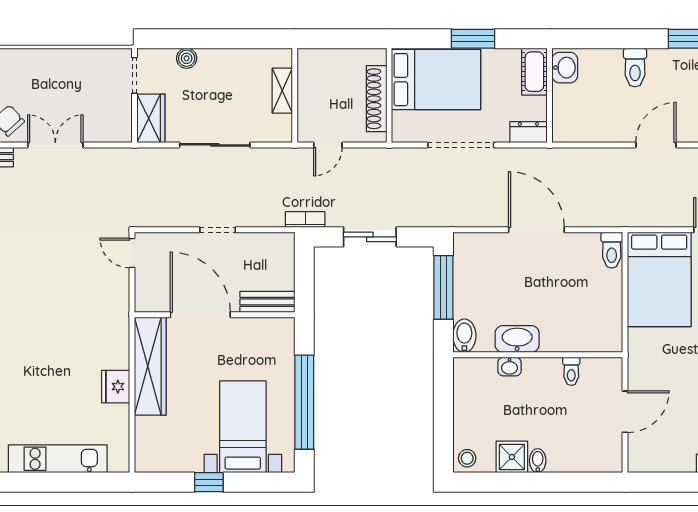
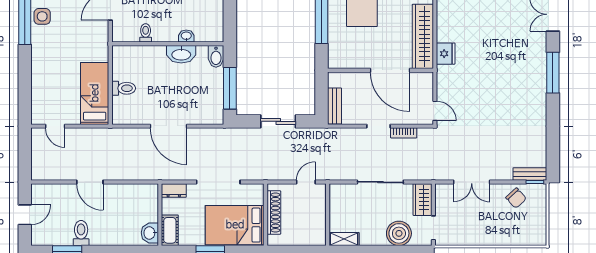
boiler: (187, 58) -> (399, 233), width x1.86, depth x1.86
toilet: (635, 68) -> (81, 233), moved
shelving: (282, 91) -> (344, 239), moved, turned 90
double door: (55, 145) -> (472, 182), moved
door: (656, 145) -> (90, 182), hinge flipped
bookcase: (305, 220) -> (404, 133), moved
toilet: (612, 250) -> (124, 88), moved, turned 90
bed: (659, 279) -> (95, 93), width x0.67
bench: (267, 302) -> (335, 106), moved, turned 90
fridge: (116, 387) -> (446, 54), moved

